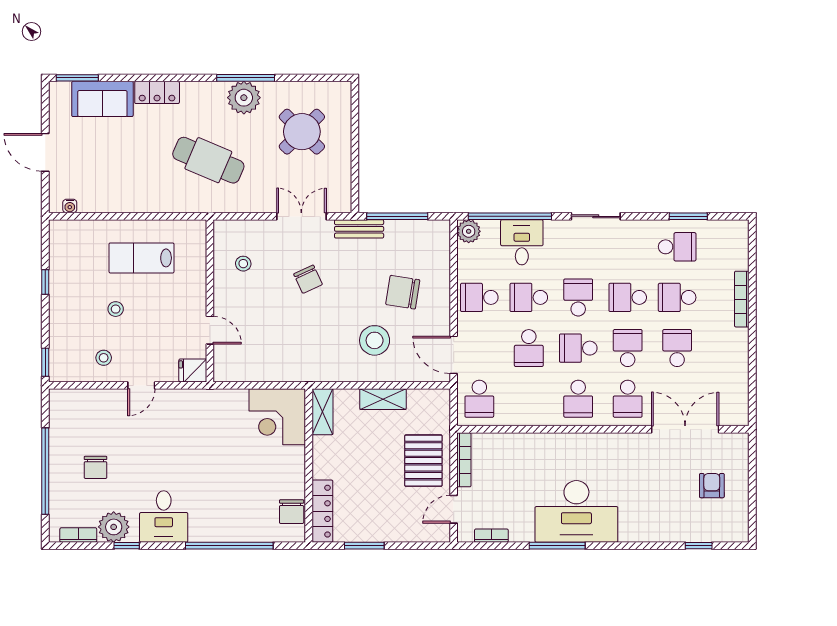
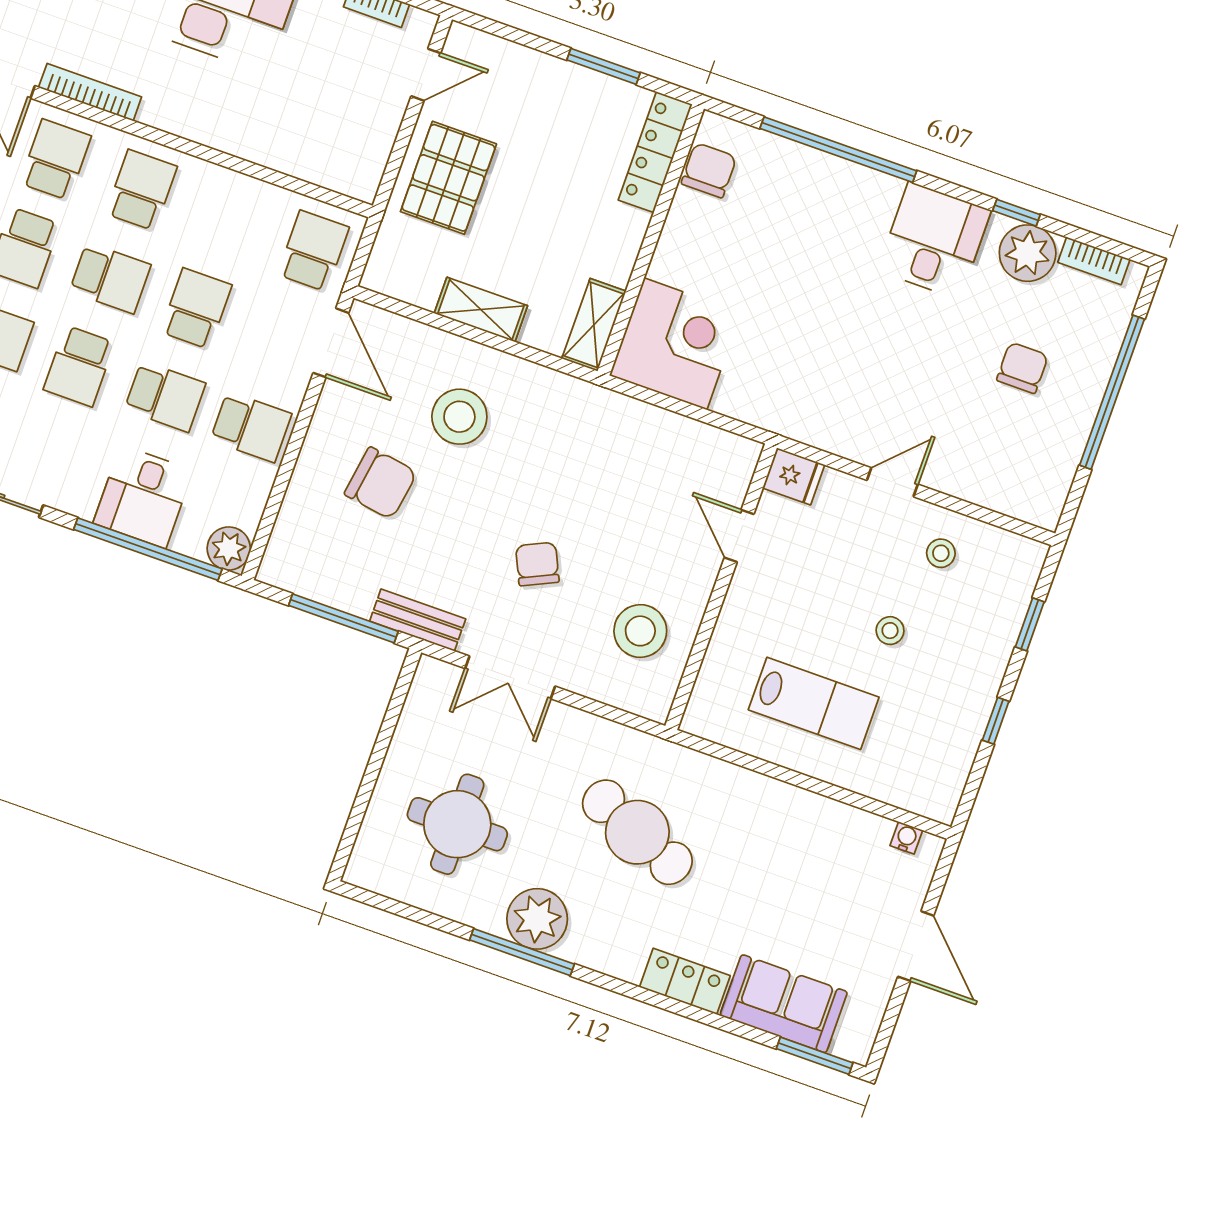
round table: (302, 132) -> (457, 824), turned 45
stool: (243, 264) -> (640, 631), width x1.89, depth x1.89
window: (45, 362) -> (1030, 624), moved
bookcase: (464, 460) -> (90, 92), moved, turned 90

